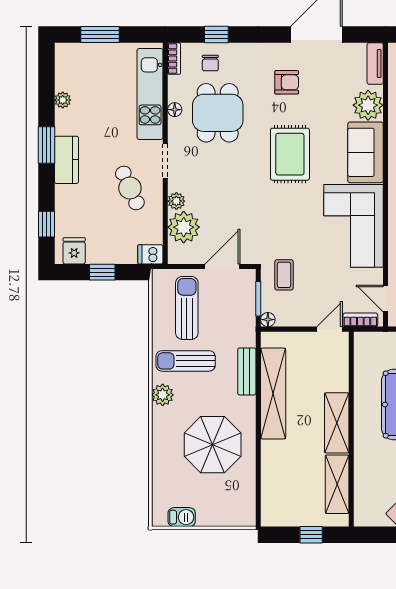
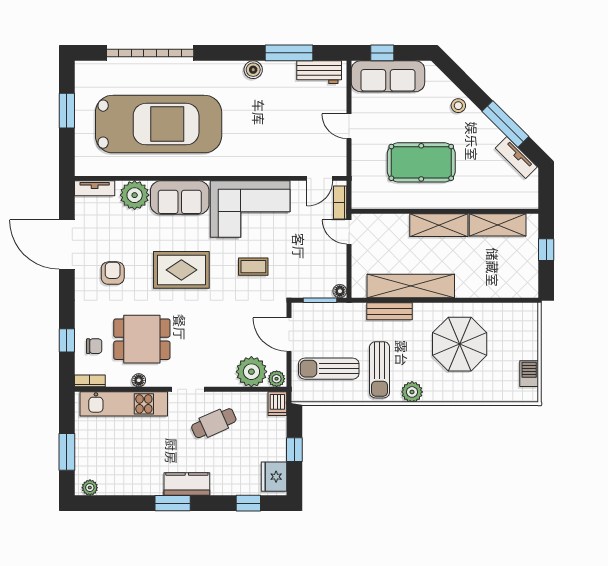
plant: (63, 100) -> (90, 488), moved
plant: (176, 201) -> (277, 379), moved
fridge: (74, 251) -> (274, 477), width x1.38
coffee table: (284, 275) -> (253, 267), moved

